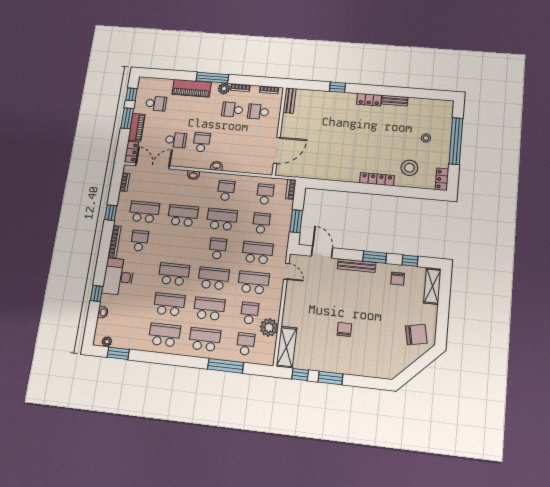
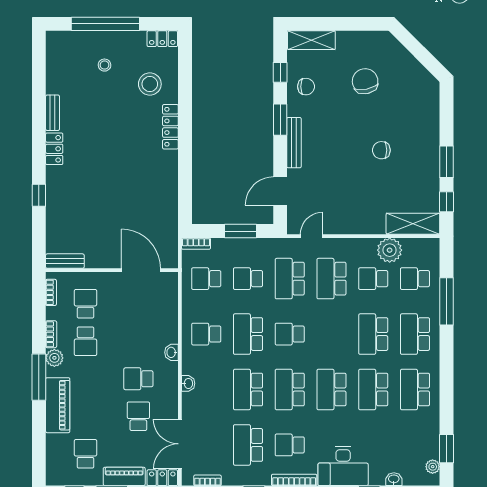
school desk: (258, 112) -> (86, 304), turned 180
school desk: (213, 278) -> (290, 390), moved
chair: (416, 335) -> (365, 81), moved

